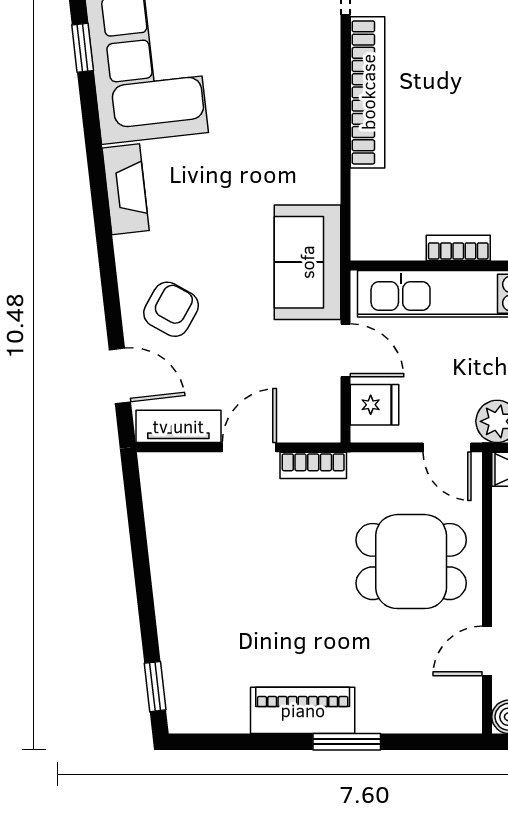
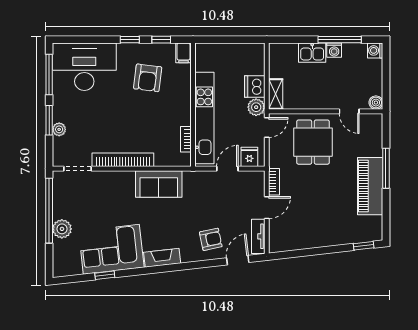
bookcase: (458, 248) -> (186, 139), moved
sofa: (307, 262) -> (159, 184), moved
armchair: (171, 309) -> (211, 239), turned 139
door: (249, 447) -> (267, 208), swing flipped
piano: (303, 710) -> (370, 186), width x1.37, depth x1.33
window: (347, 742) -> (386, 168), width x1.44

